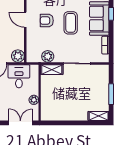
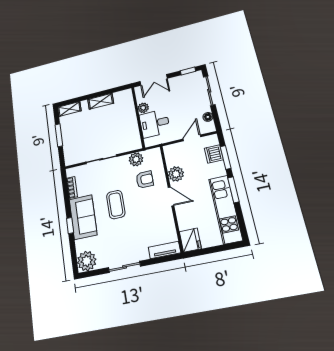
armchair: (47, 21) -> (145, 180), moved
plant: (18, 56) -> (176, 174), moved
shelving: (52, 70) -> (101, 101), moved
desk: (19, 76) -> (155, 123), moved, turned 90

